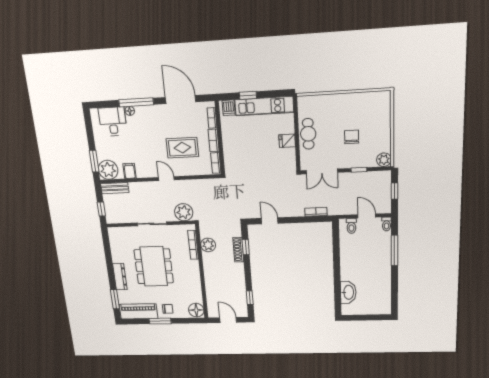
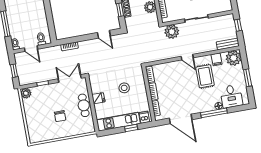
chair: (352, 137) -> (60, 116), moved
rug: (182, 148) -> (205, 76), moved, turned 90
stool: (251, 150) -> (124, 88), added
window: (94, 161) -> (248, 78), moved

